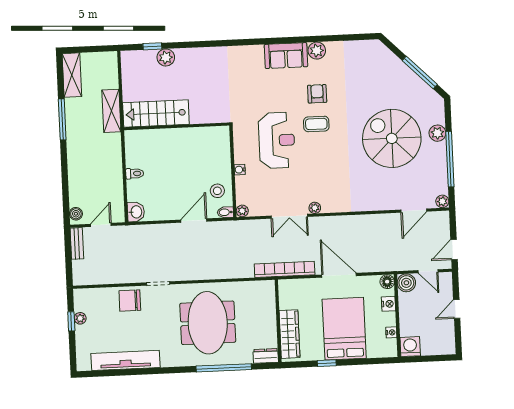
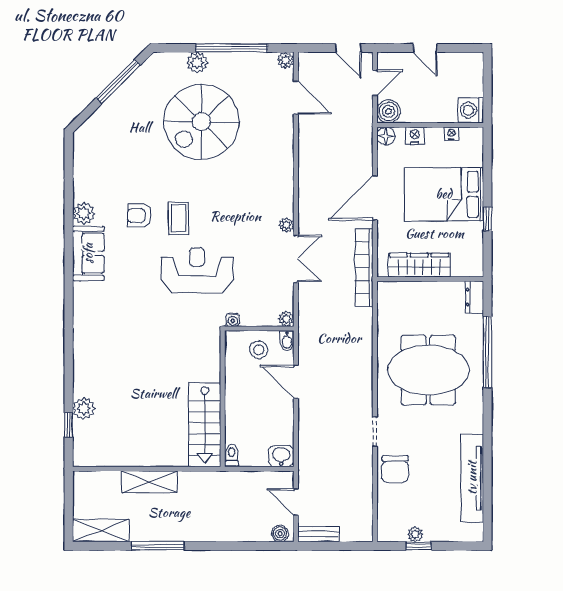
stairs: (156, 113) -> (205, 425), moved
wall: (177, 126) -> (223, 399), moved
wardrobe: (289, 334) -> (419, 265), moved

